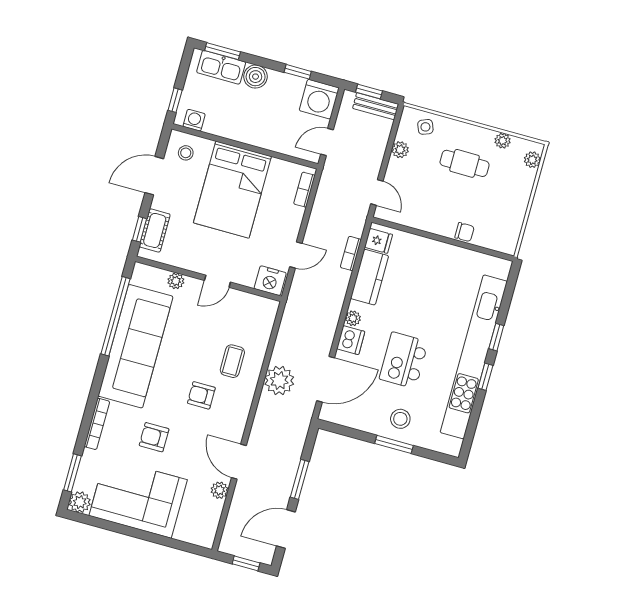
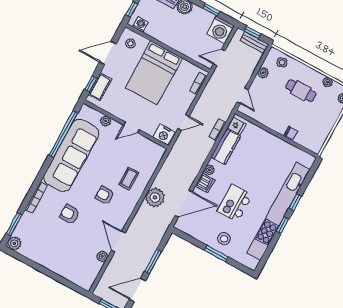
corner sofa: (138, 498) -> (51, 249), removed

